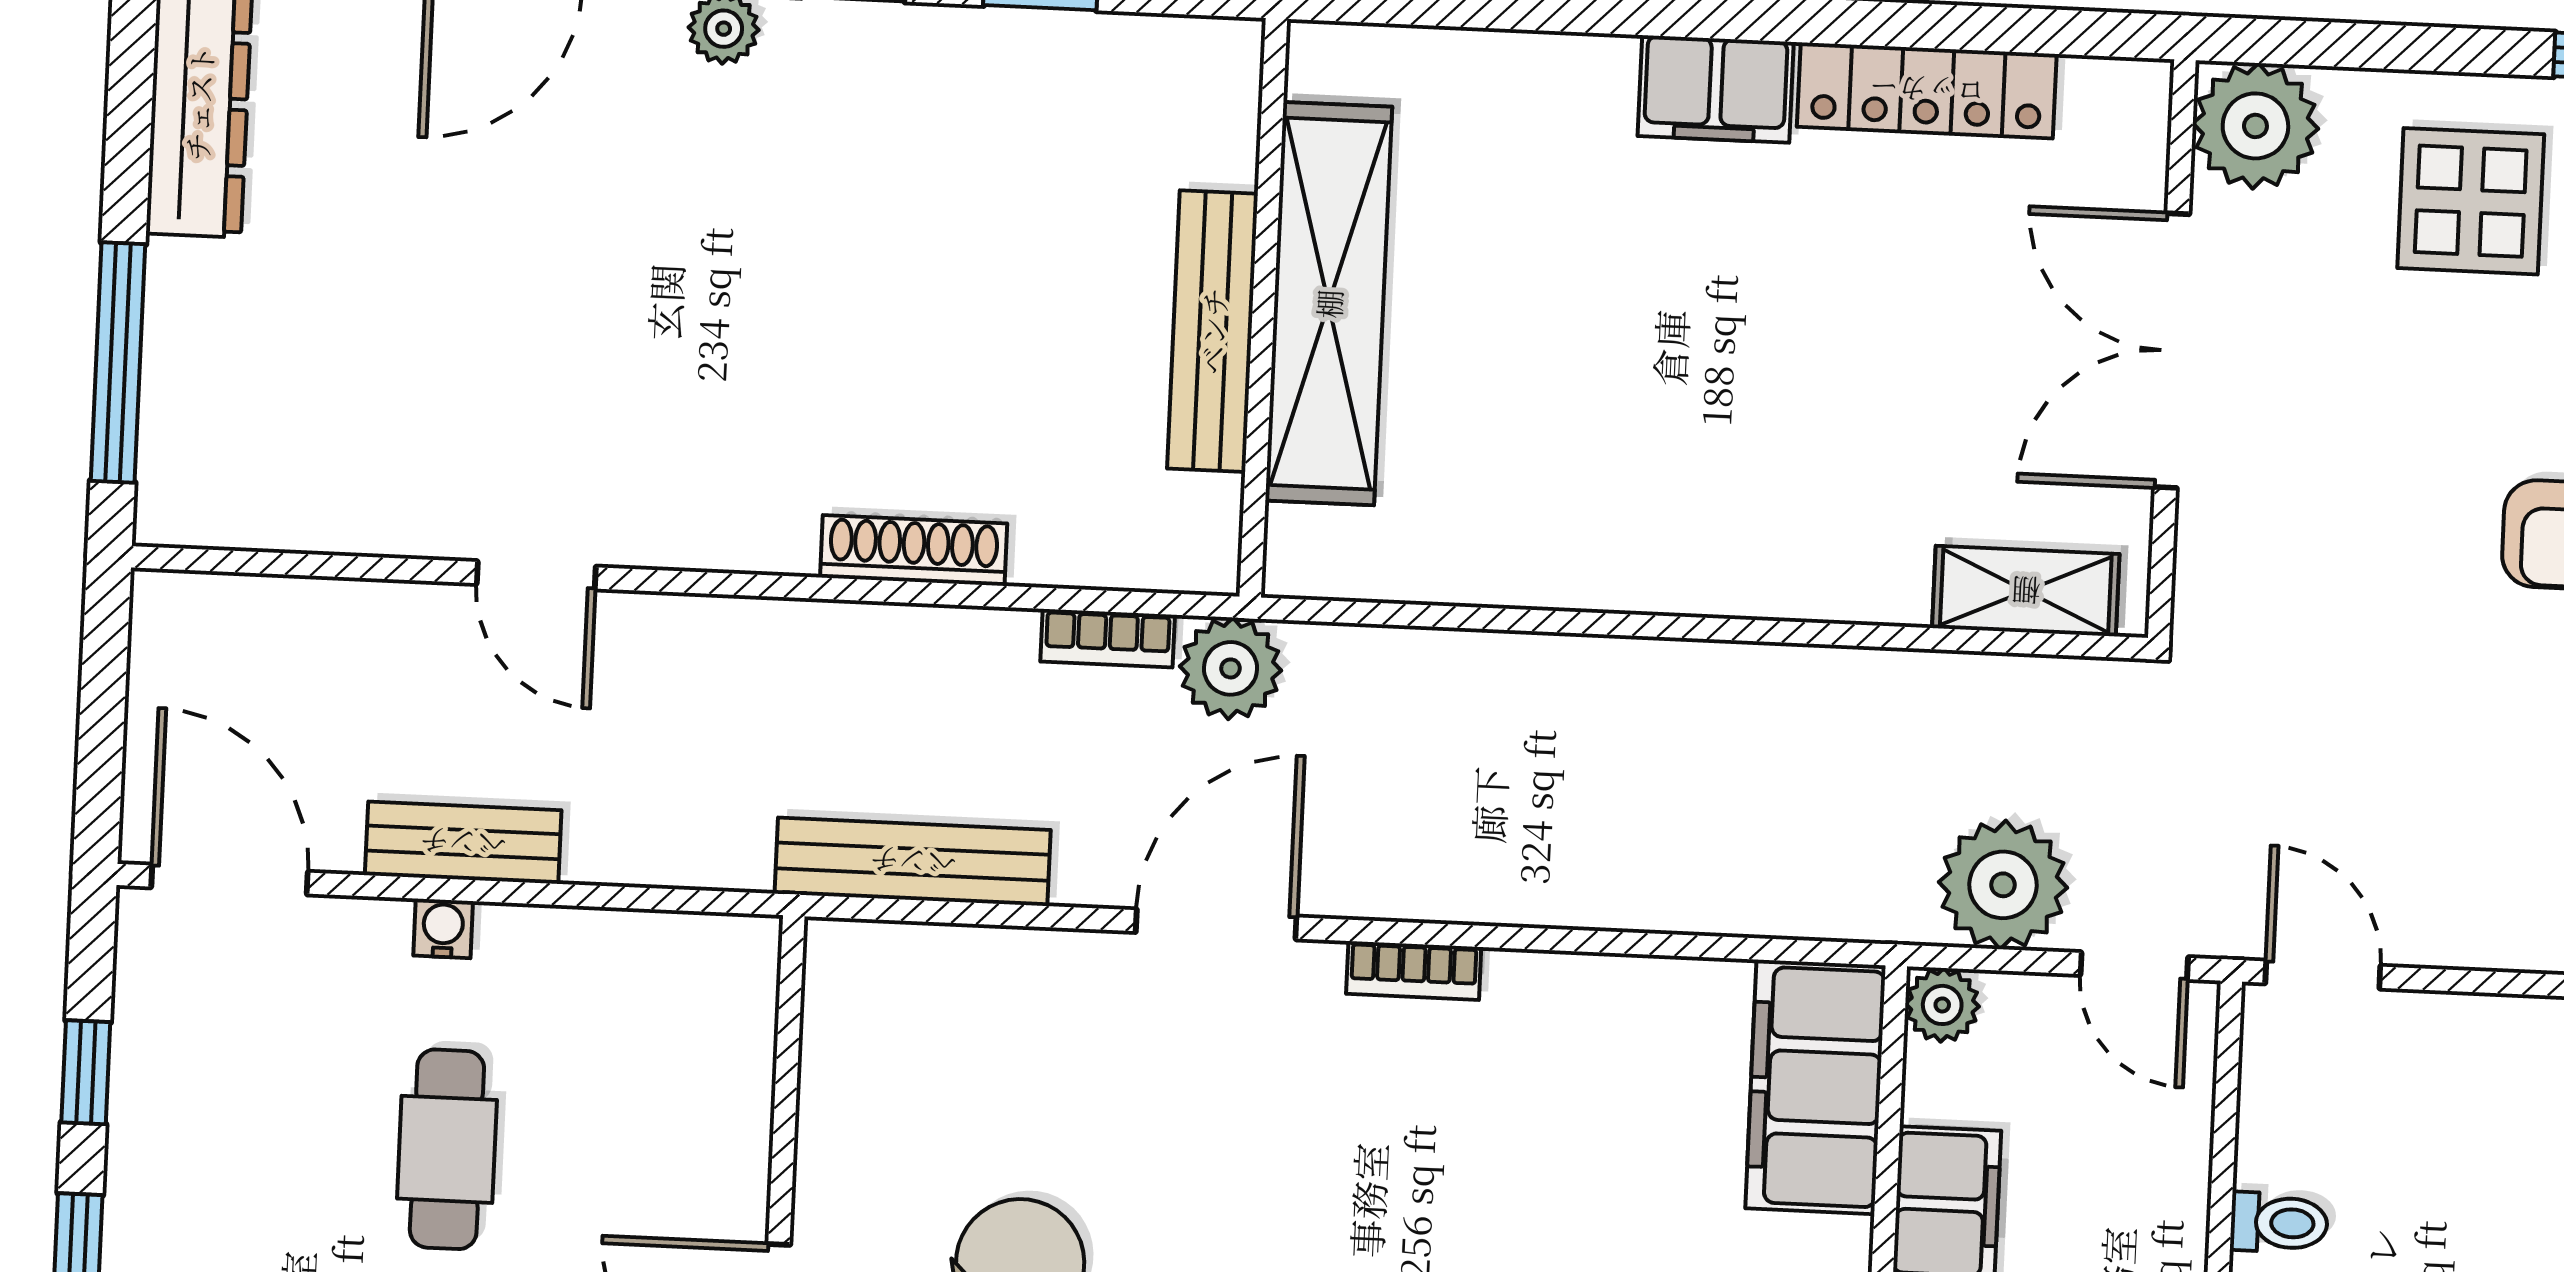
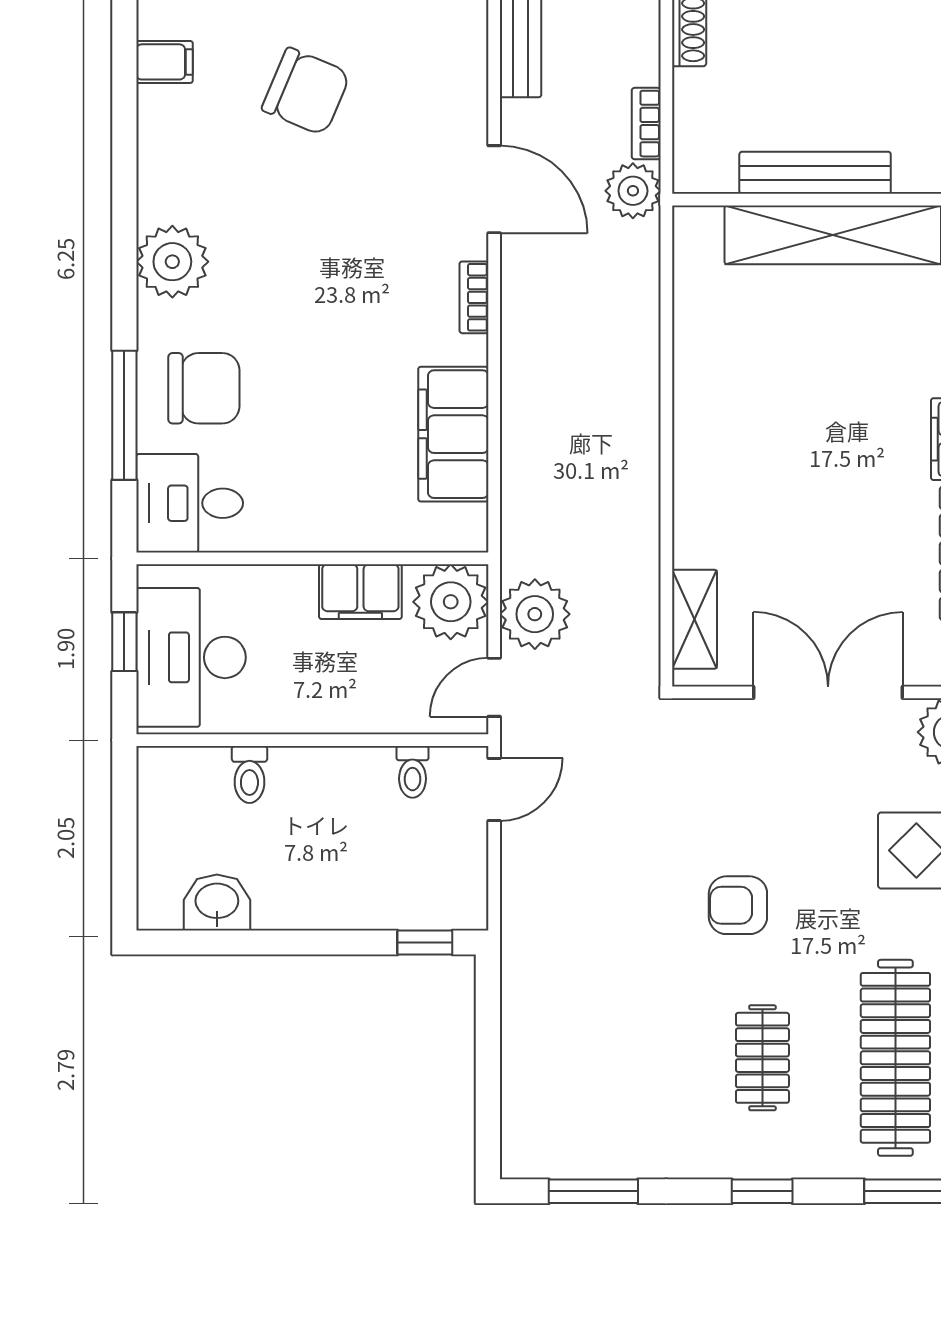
plant: (1942, 1005) -> (451, 602), width x1.87, depth x1.87
filing cabinet: (1815, 1087) -> (453, 434), moved, turned -90
toilet: (2279, 1223) -> (412, 772), moved

